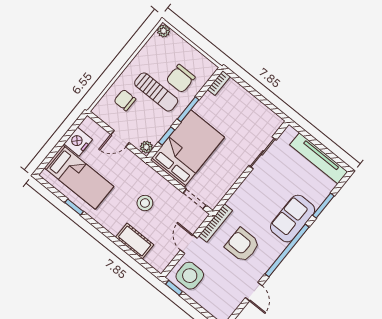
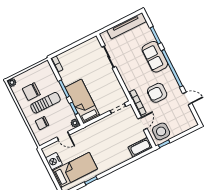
chair: (181, 79) -> (31, 92), moved, turned 90
door: (120, 139) -> (63, 136), hinge flipped
bed: (187, 149) -> (82, 102), width x0.67
stool: (145, 203) -> (107, 138), removed
cot: (135, 241) -> (140, 147), moved
door: (189, 244) -> (142, 124), swing flipped

